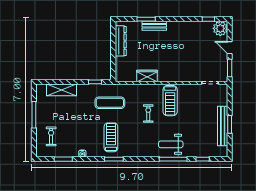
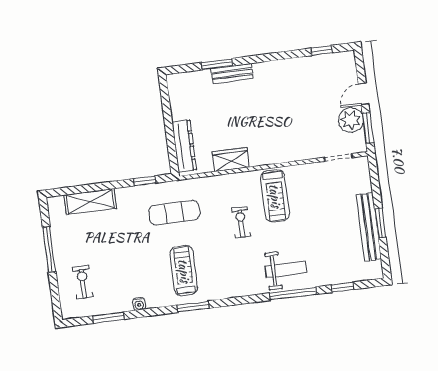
plant: (220, 28) -> (351, 120), moved
dresser: (121, 41) -> (184, 146), moved
door: (230, 48) -> (364, 94), hinge flipped
weight bench: (171, 144) -> (286, 269), turned 180

